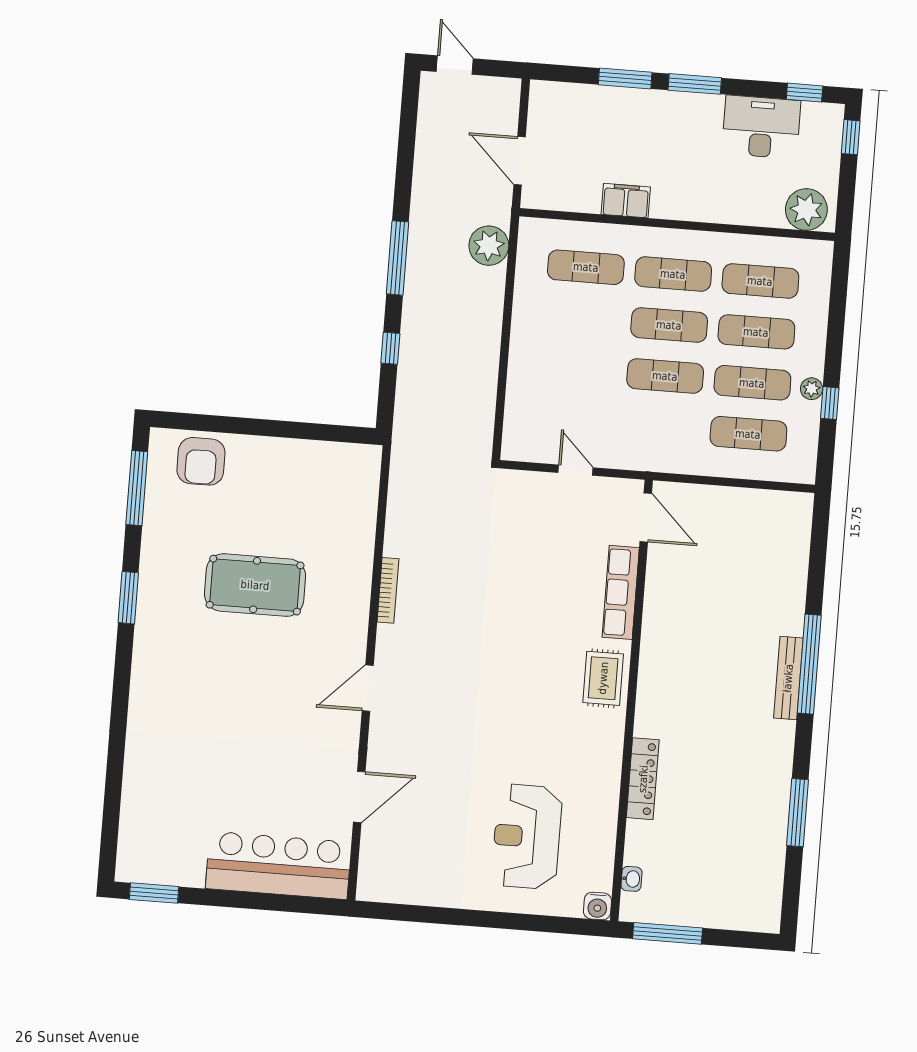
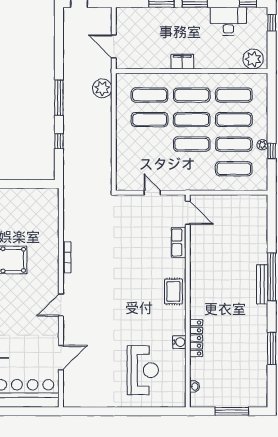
filing cabinet: (626, 201) -> (182, 62), moved
exercise mat: (582, 318) -> (150, 120), added
row of seats: (621, 592) -> (179, 242), width x0.68
reception desk: (527, 837) -> (143, 370), turned 180
water cooler: (597, 906) -> (179, 342), moved, turned -90
window: (668, 933) -> (232, 411), moved

